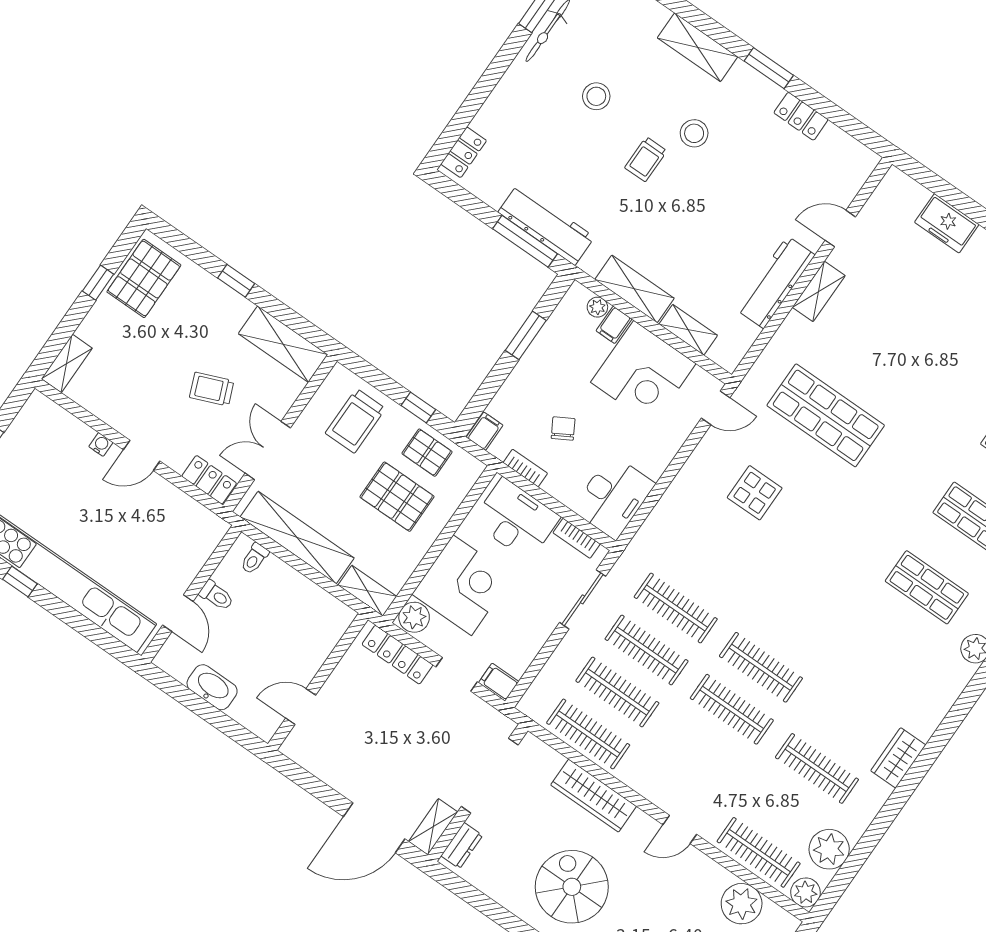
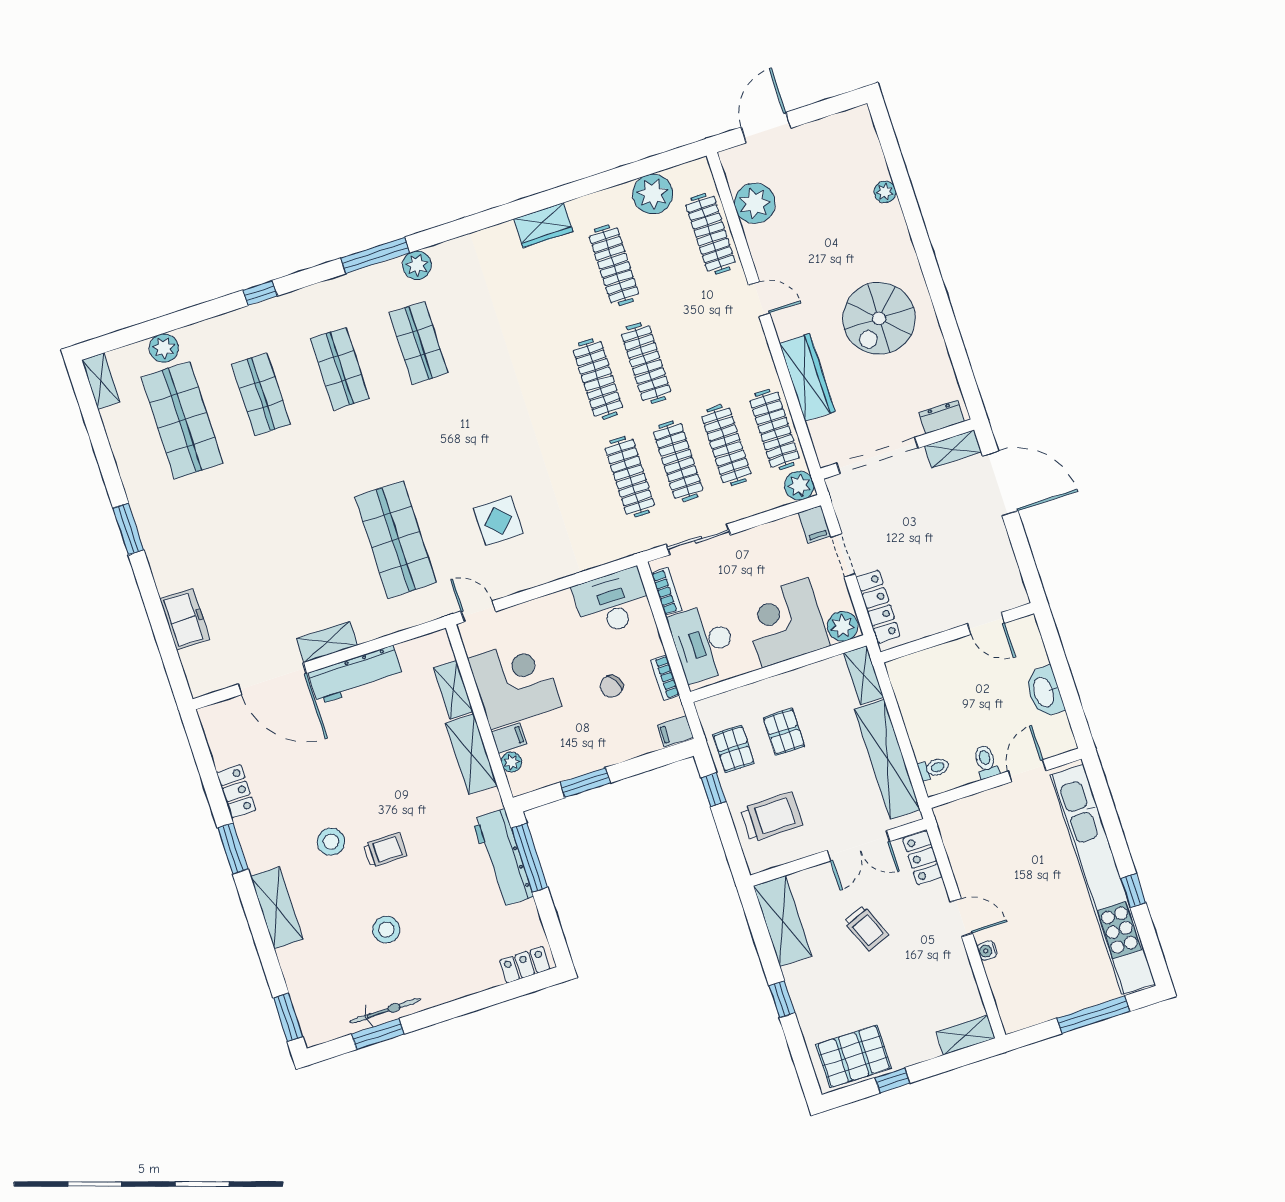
door: (840, 229) -> (272, 679), width x1.88
pallet: (397, 497) -> (784, 732), width x0.67, depth x0.71
plant: (806, 892) -> (799, 486), moved

